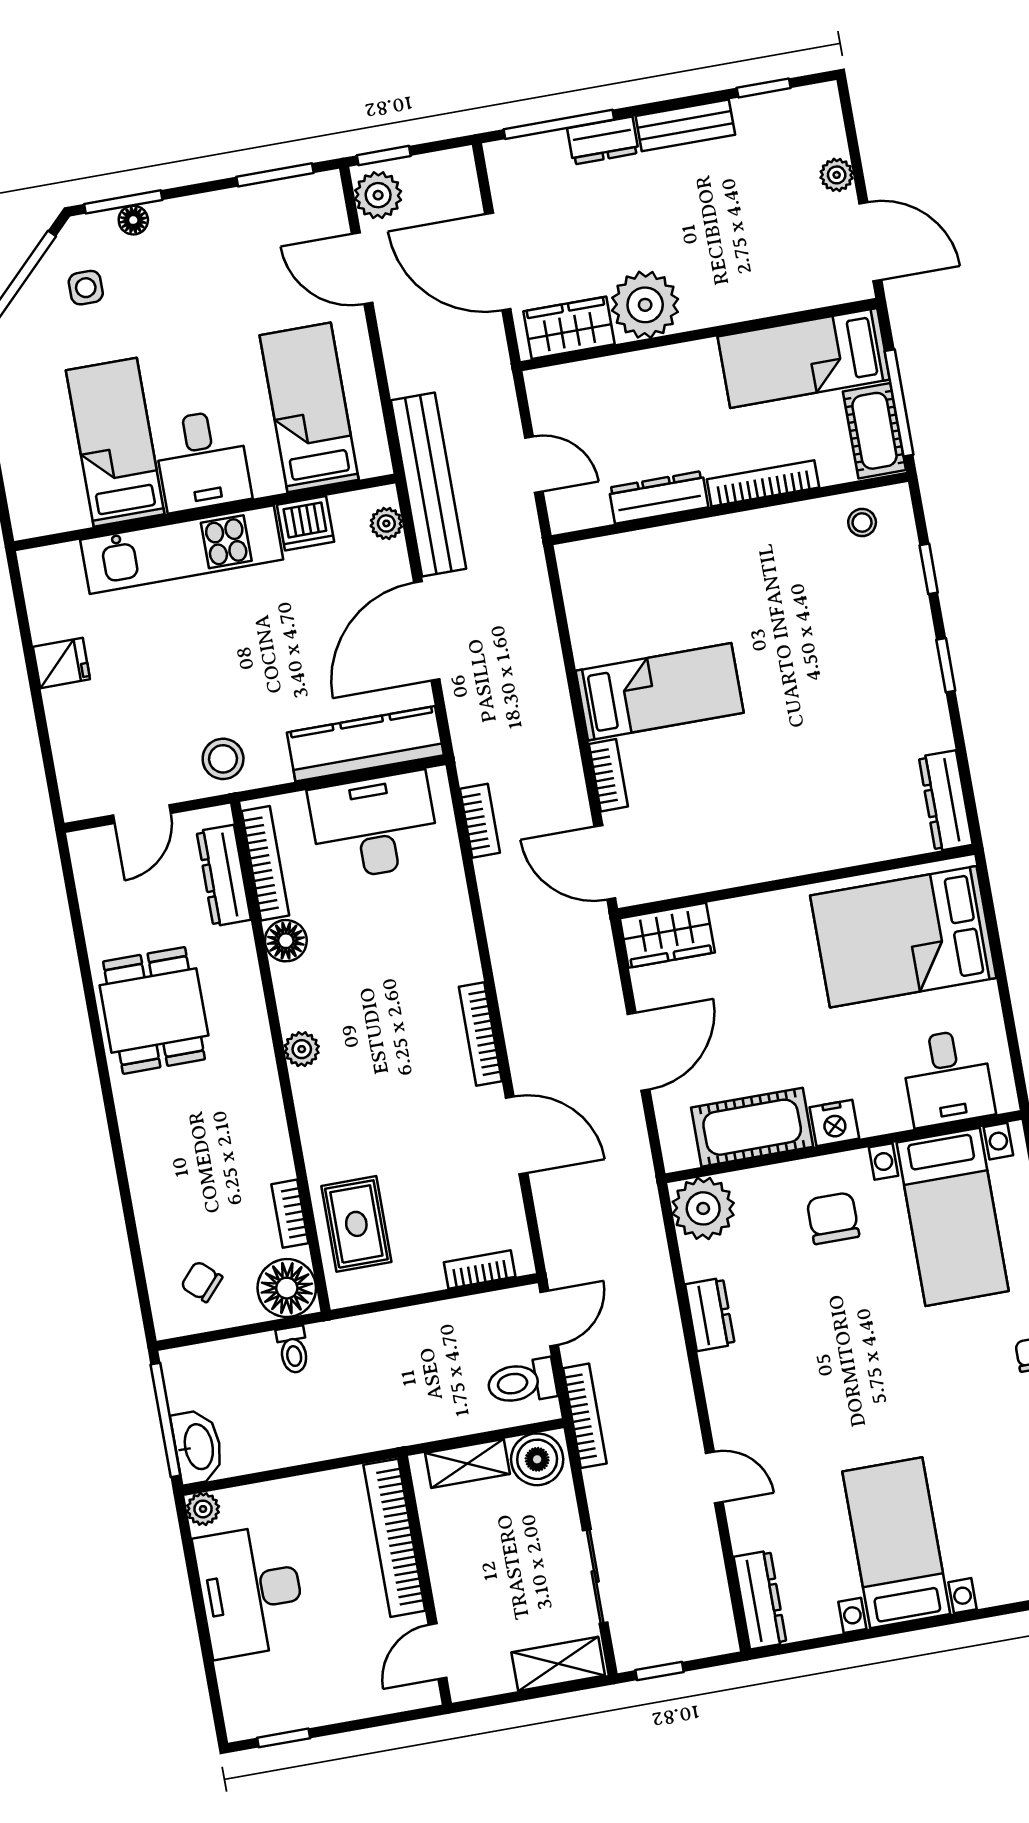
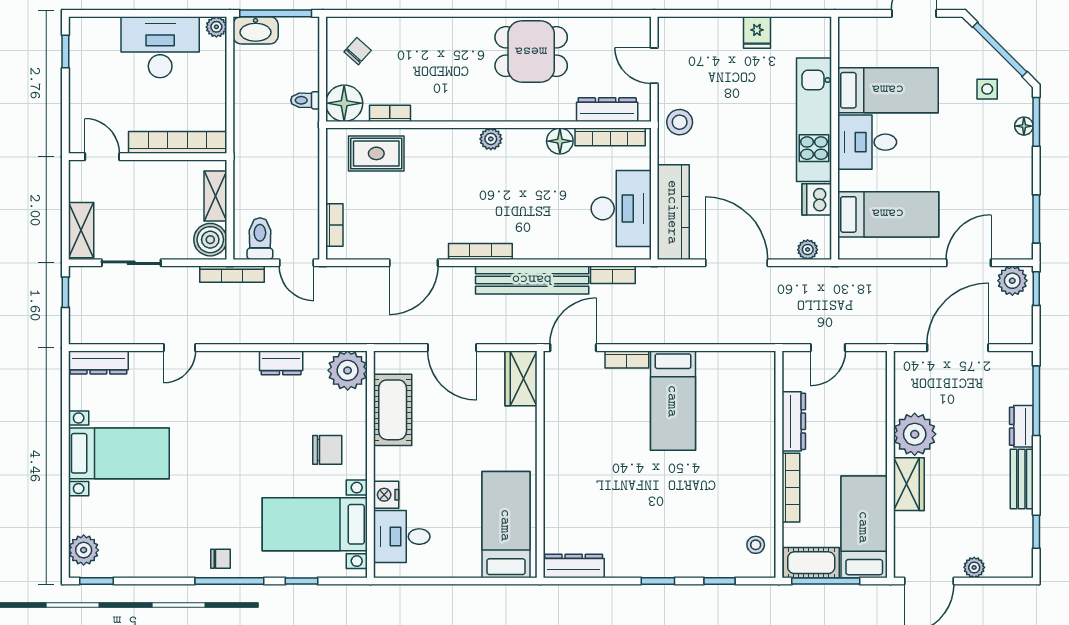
wardrobe: (569, 328) -> (909, 484), moved
bench: (428, 485) -> (532, 280), moved
bed: (903, 937) -> (506, 525), width x0.67
nightstand: (834, 1123) -> (386, 495), moved

